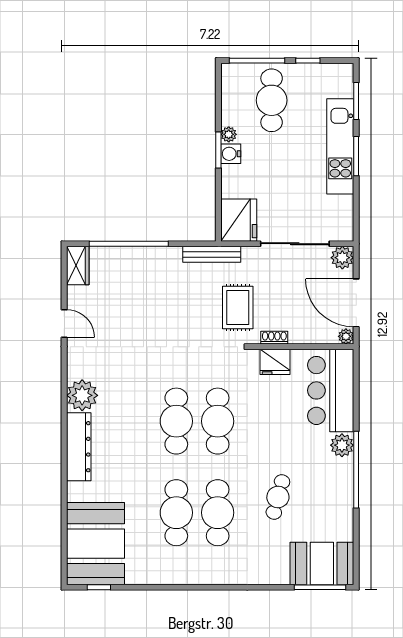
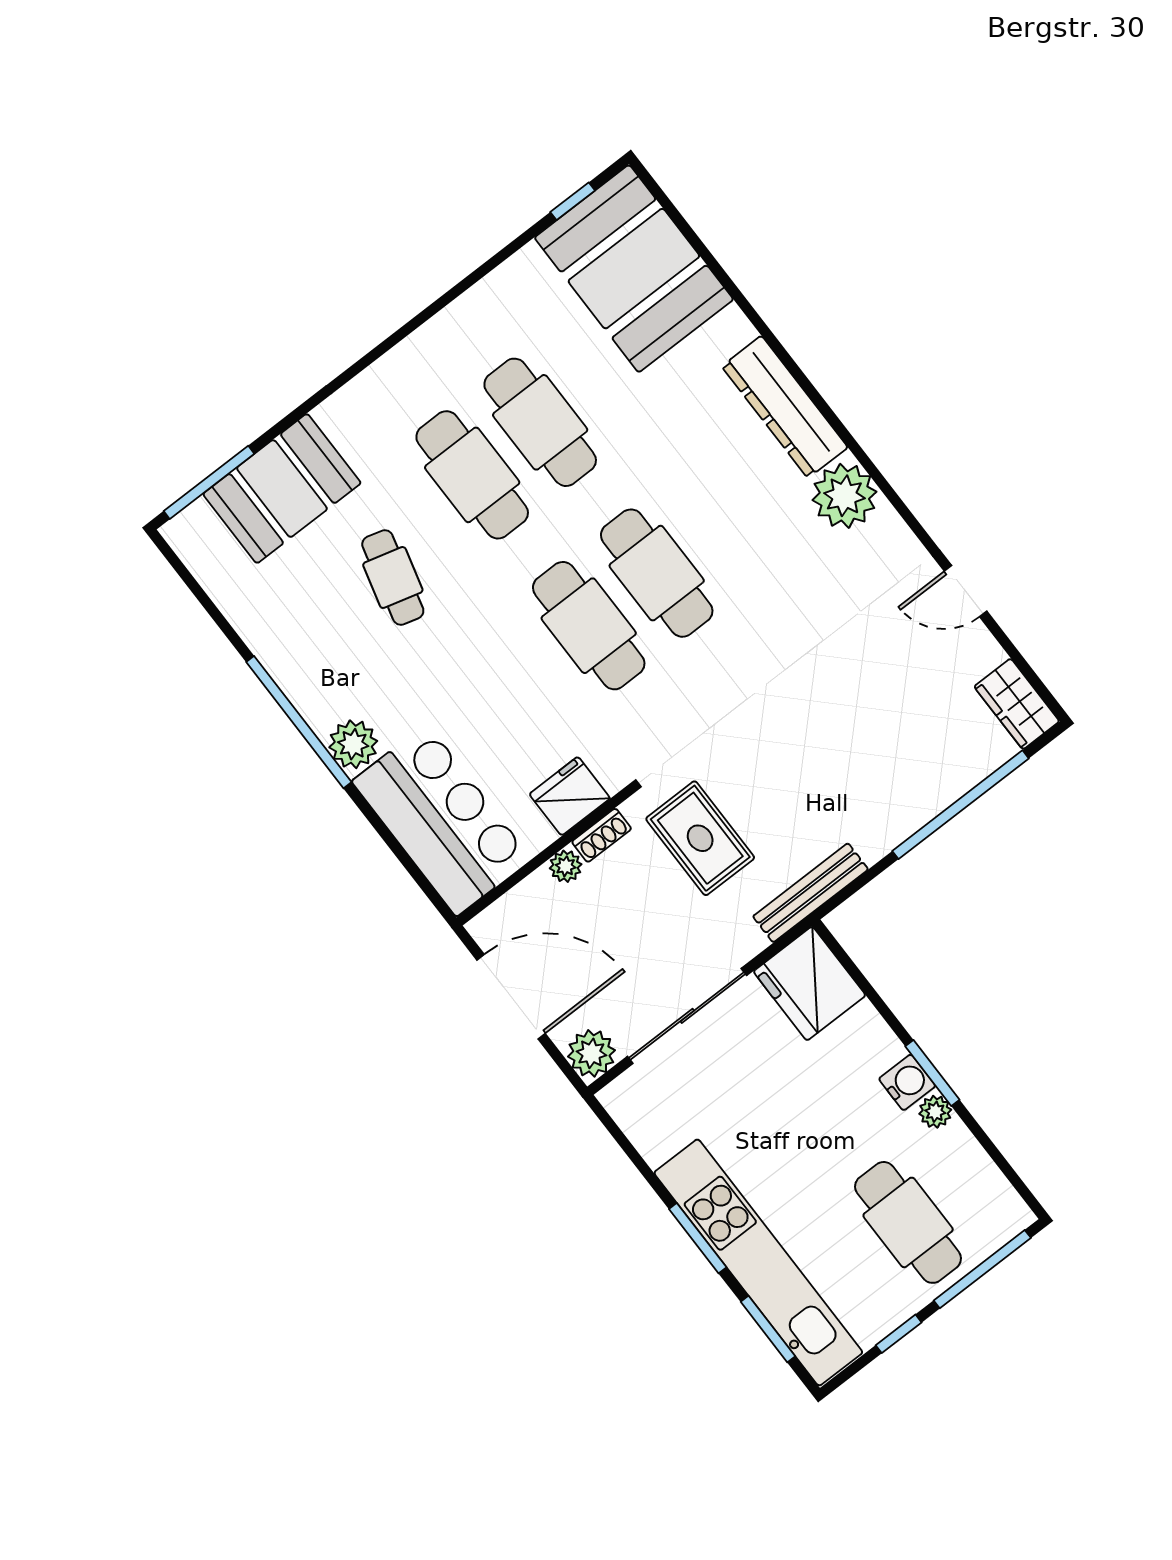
kitchen unit: (340, 146) -> (758, 1262), width x1.36
plant: (346, 336) -> (566, 866), moved
booth: (322, 563) -> (282, 489), moved

